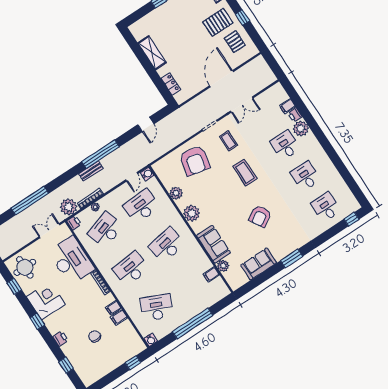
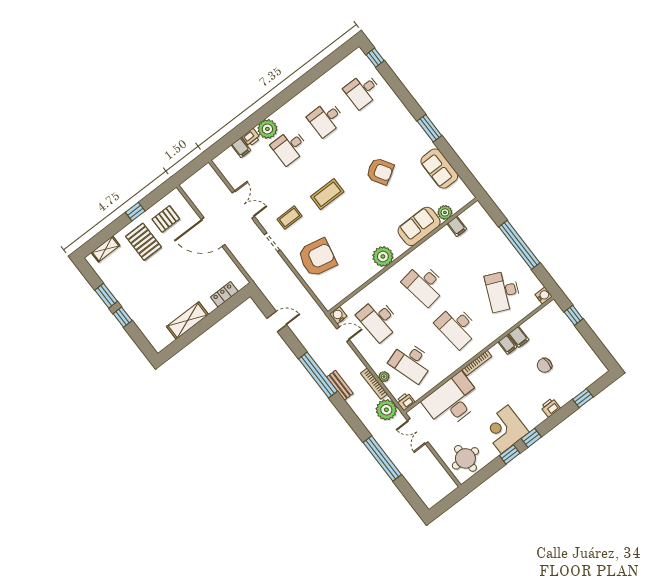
plant: (176, 193) -> (359, 278), removed
window: (14, 286) -> (510, 454), moved

